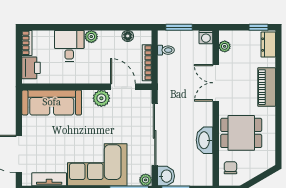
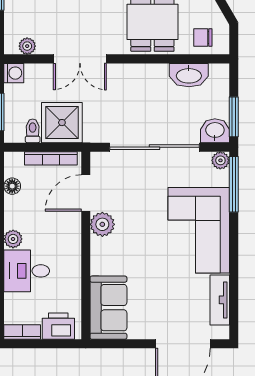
shower: (172, 70) -> (62, 123), added
sofa: (52, 102) -> (108, 308), width x0.73
washbasin: (204, 140) -> (189, 75), moved

